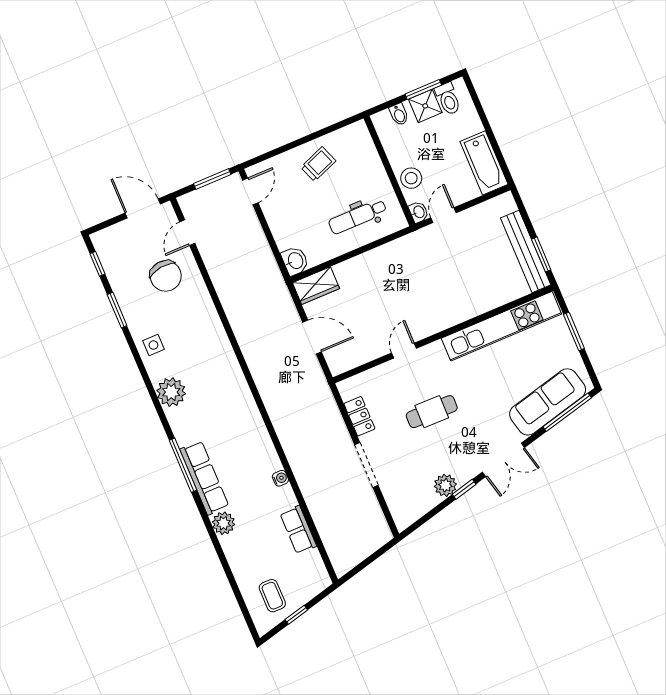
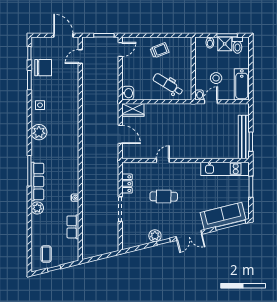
stool: (411, 178) -> (216, 78), moved
dental chair: (358, 217) -> (168, 84), turned 31
chair: (166, 276) -> (43, 68), moved, turned -83
kitchen unit: (501, 326) -> (225, 169), width x0.73

